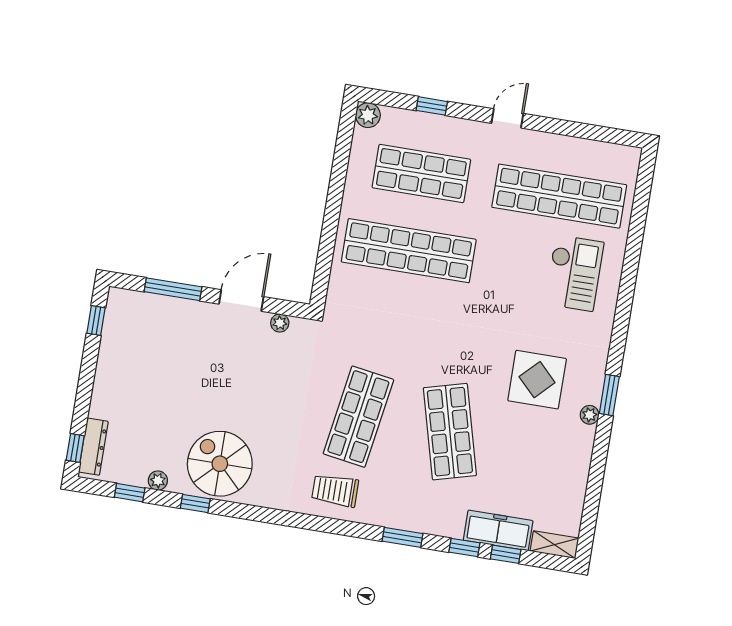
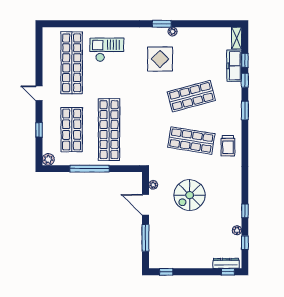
window: (335, 197) -> (90, 169), added
spiral stairs: (220, 464) -> (190, 195), moved

